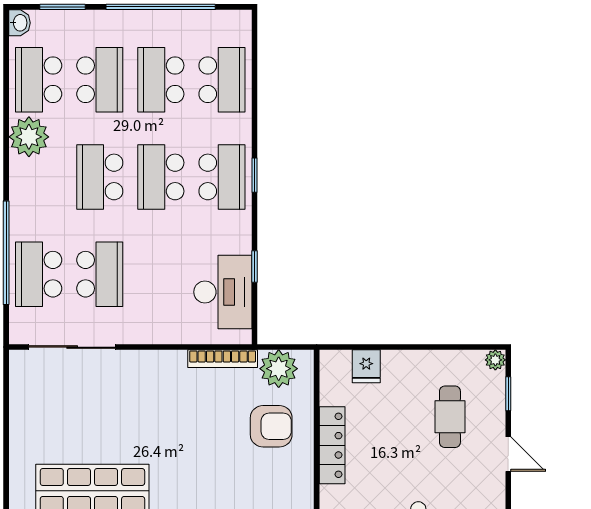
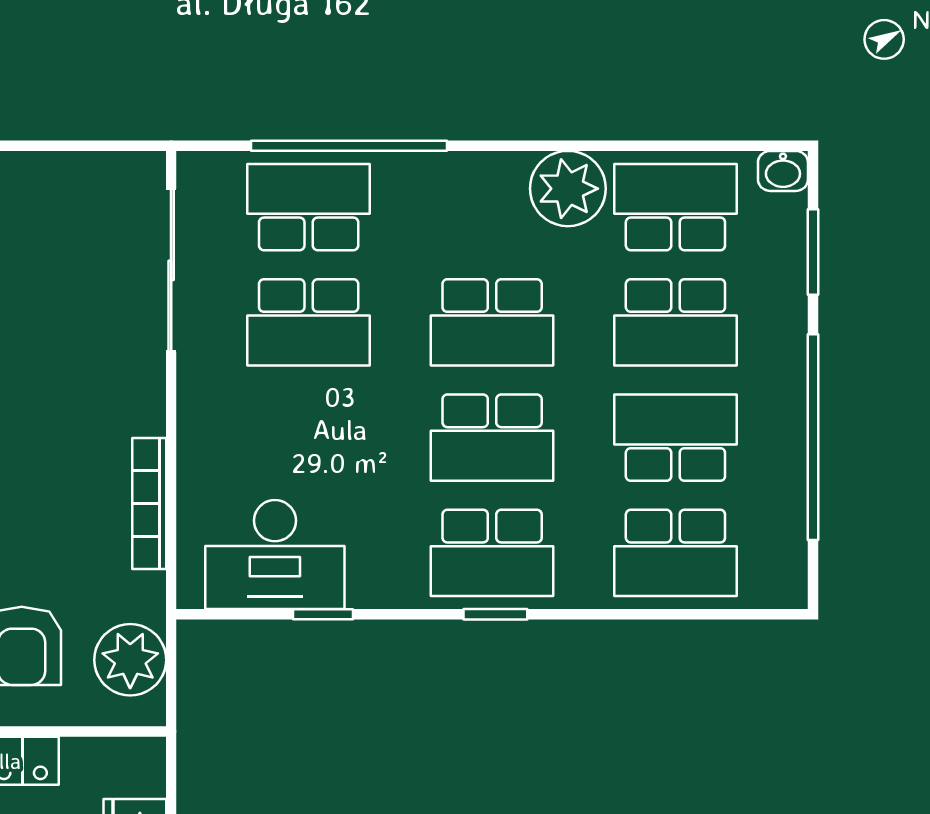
school desk: (100, 177) -> (492, 322), turned 180
school desk: (161, 177) -> (492, 438), turned 180
bookcase: (223, 359) -> (149, 504), moved

